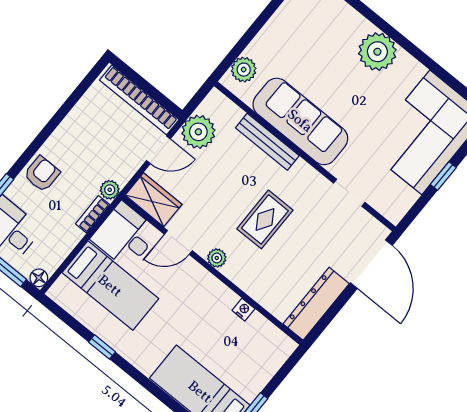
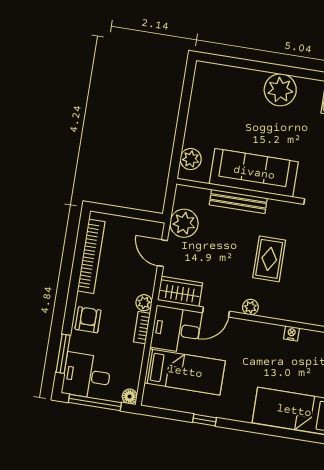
bookcase: (139, 100) -> (91, 256), moved, turned -90
door: (158, 150) -> (162, 253), swing flipped

